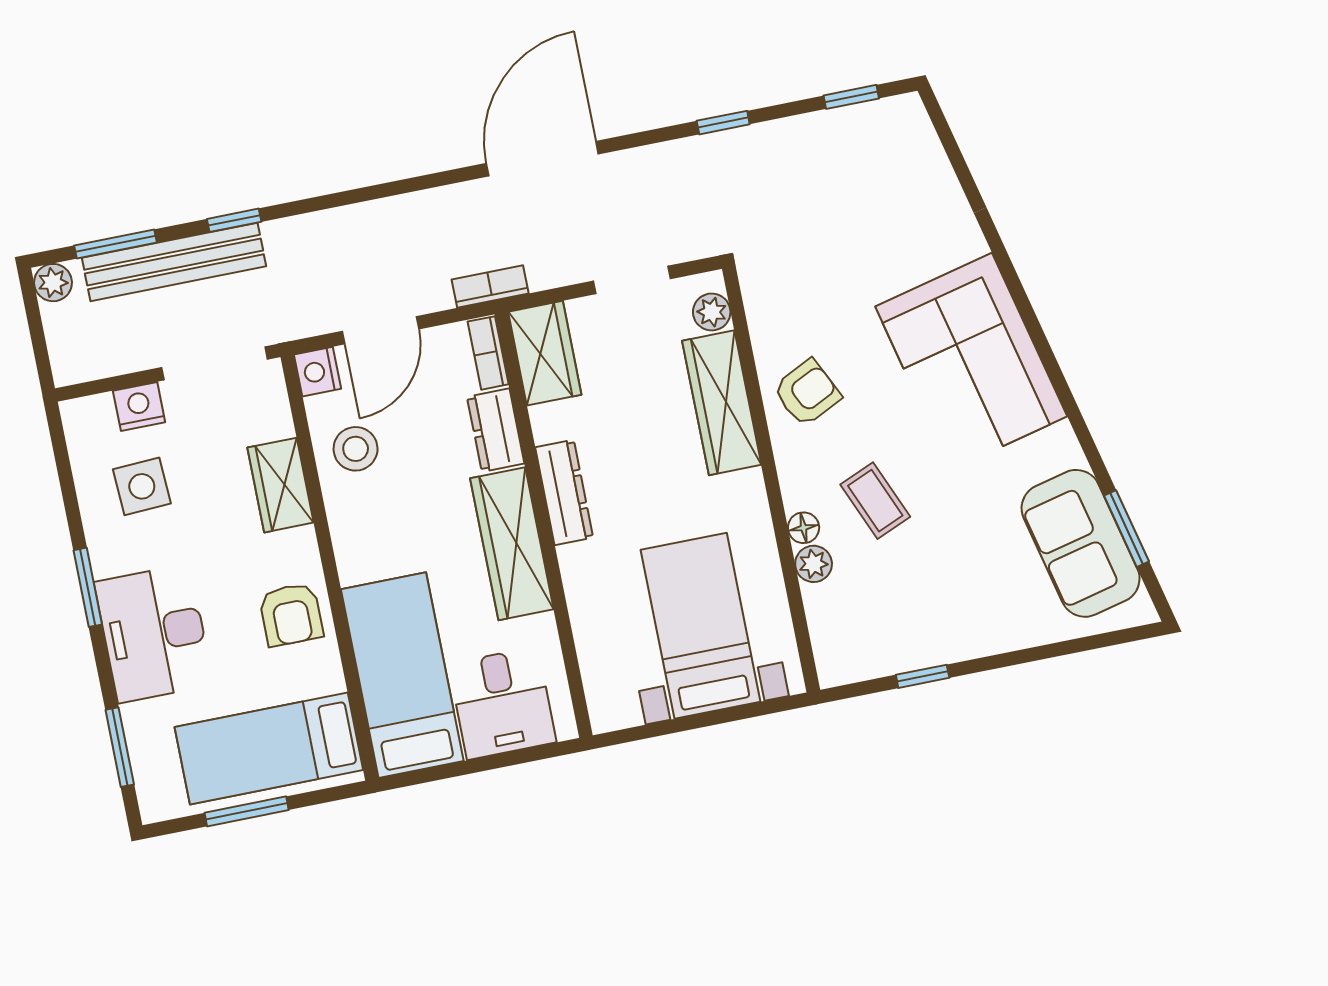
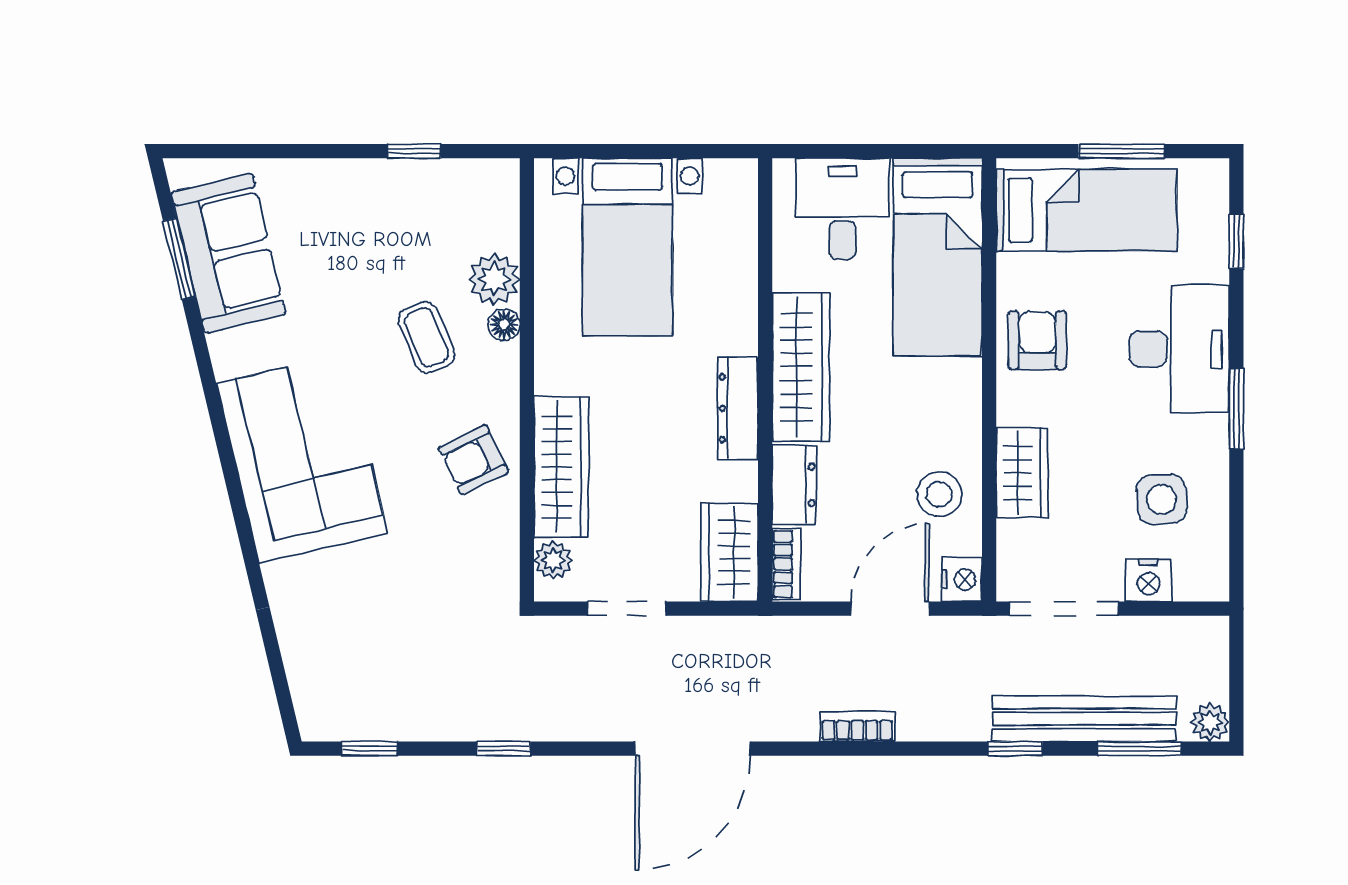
bookcase: (490, 286) -> (857, 727), moved, turned 180
plant: (814, 564) -> (494, 279), width x1.38, depth x1.38
window: (120, 747) -> (1236, 241), width x0.67

